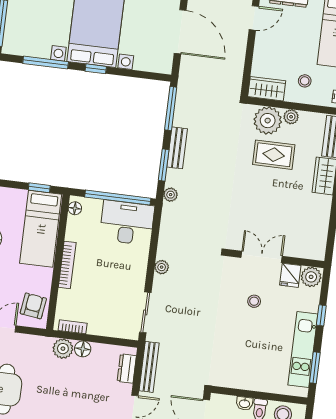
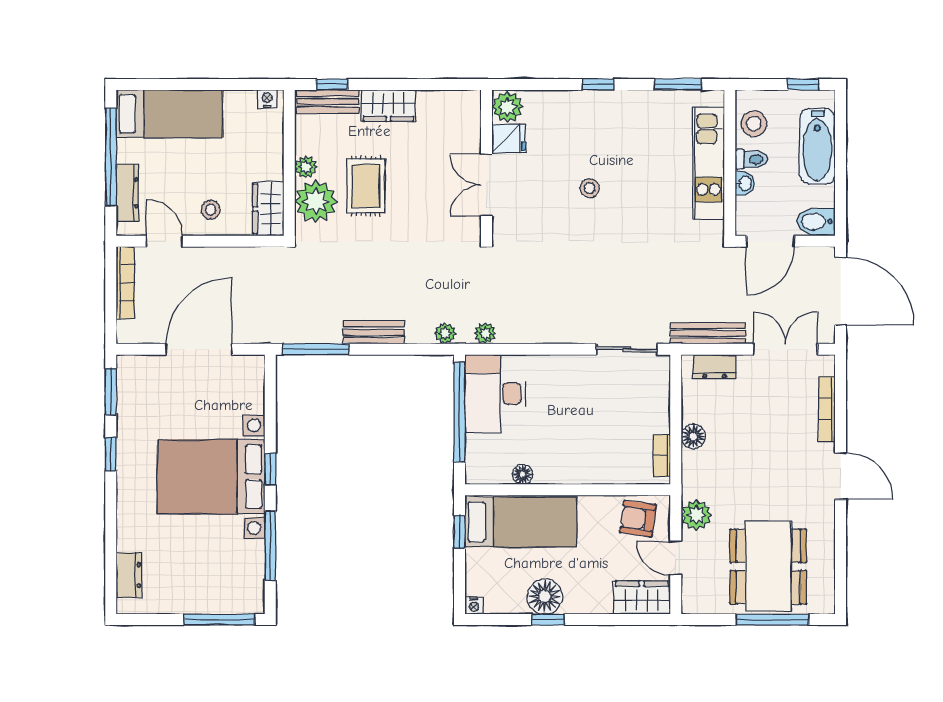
stool: (305, 81) -> (211, 210), moved
window: (164, 165) -> (402, 349), removed
floor lamp: (75, 208) -> (523, 474), moved
double door: (262, 257) -> (487, 185), moved
wall: (276, 259) -> (487, 163), moved
bookcase: (67, 265) -> (570, 475), removed
plant: (162, 267) -> (485, 333), moved
fridge: (290, 275) -> (509, 139), moved
plant: (311, 277) -> (507, 107), moved
plant: (63, 349) -> (696, 515), moved
kitchen unit: (303, 349) -> (709, 164), moved, turned 90

